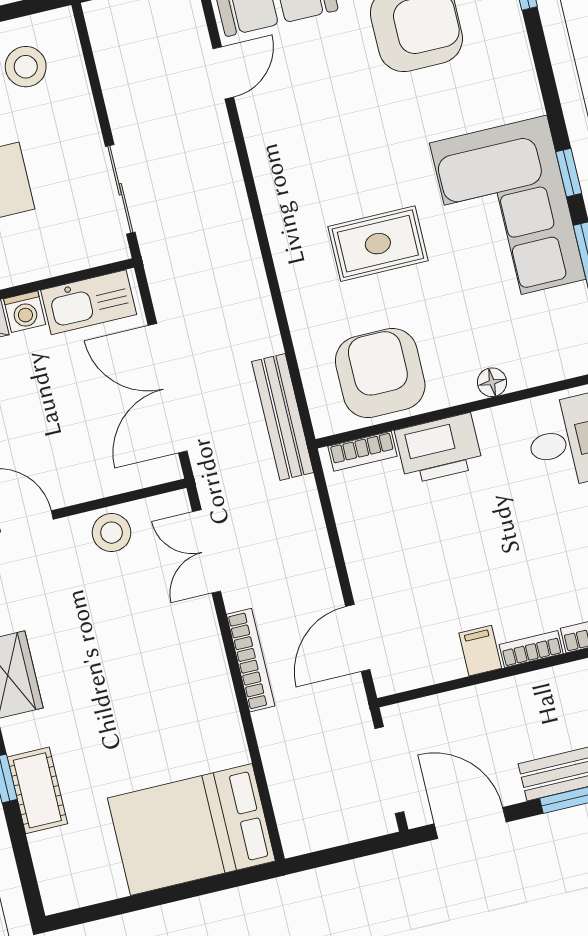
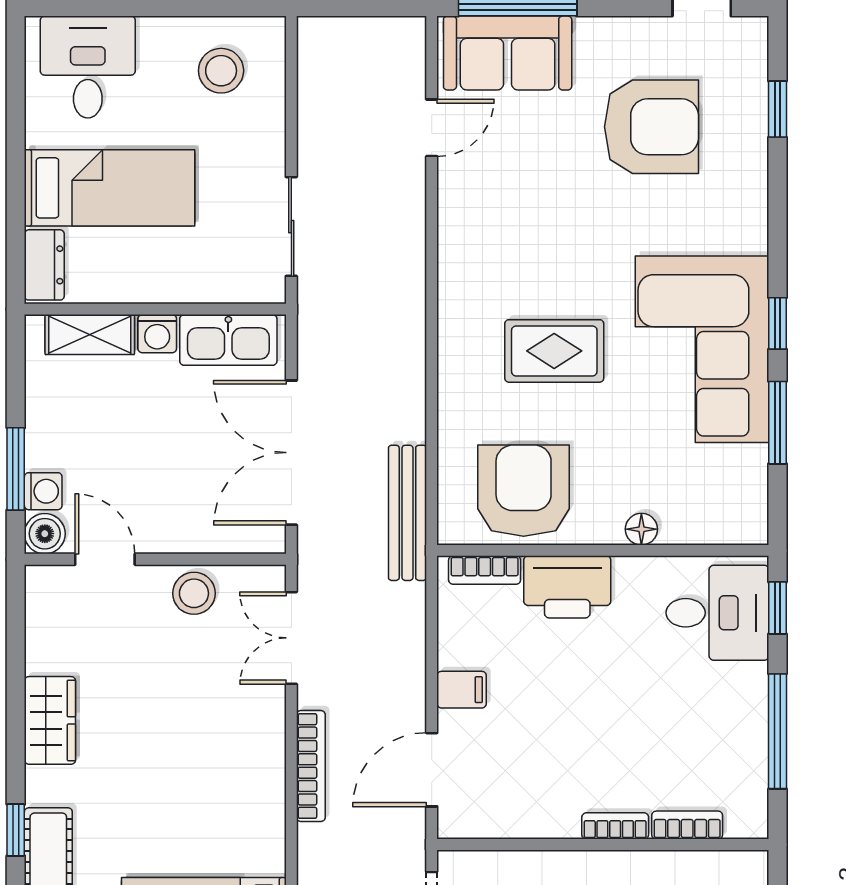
filing cabinet: (480, 651) -> (462, 690), moved, turned 90

